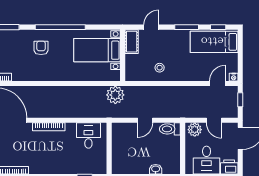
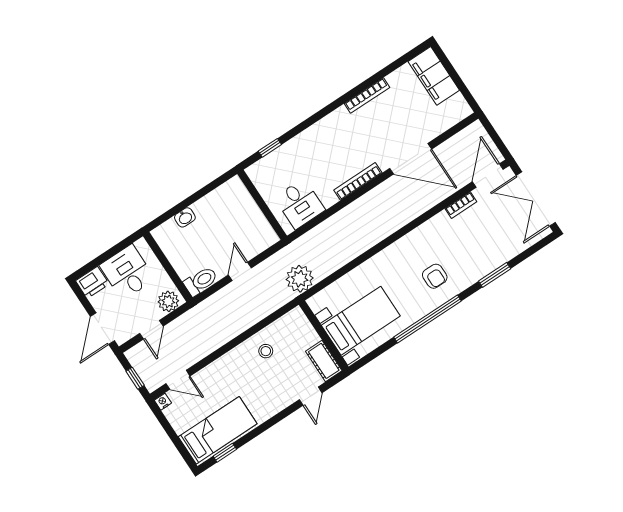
window: (187, 27) -> (265, 426), removed
door: (218, 84) -> (178, 380), hinge flipped
door: (214, 120) -> (151, 330), swing flipped

